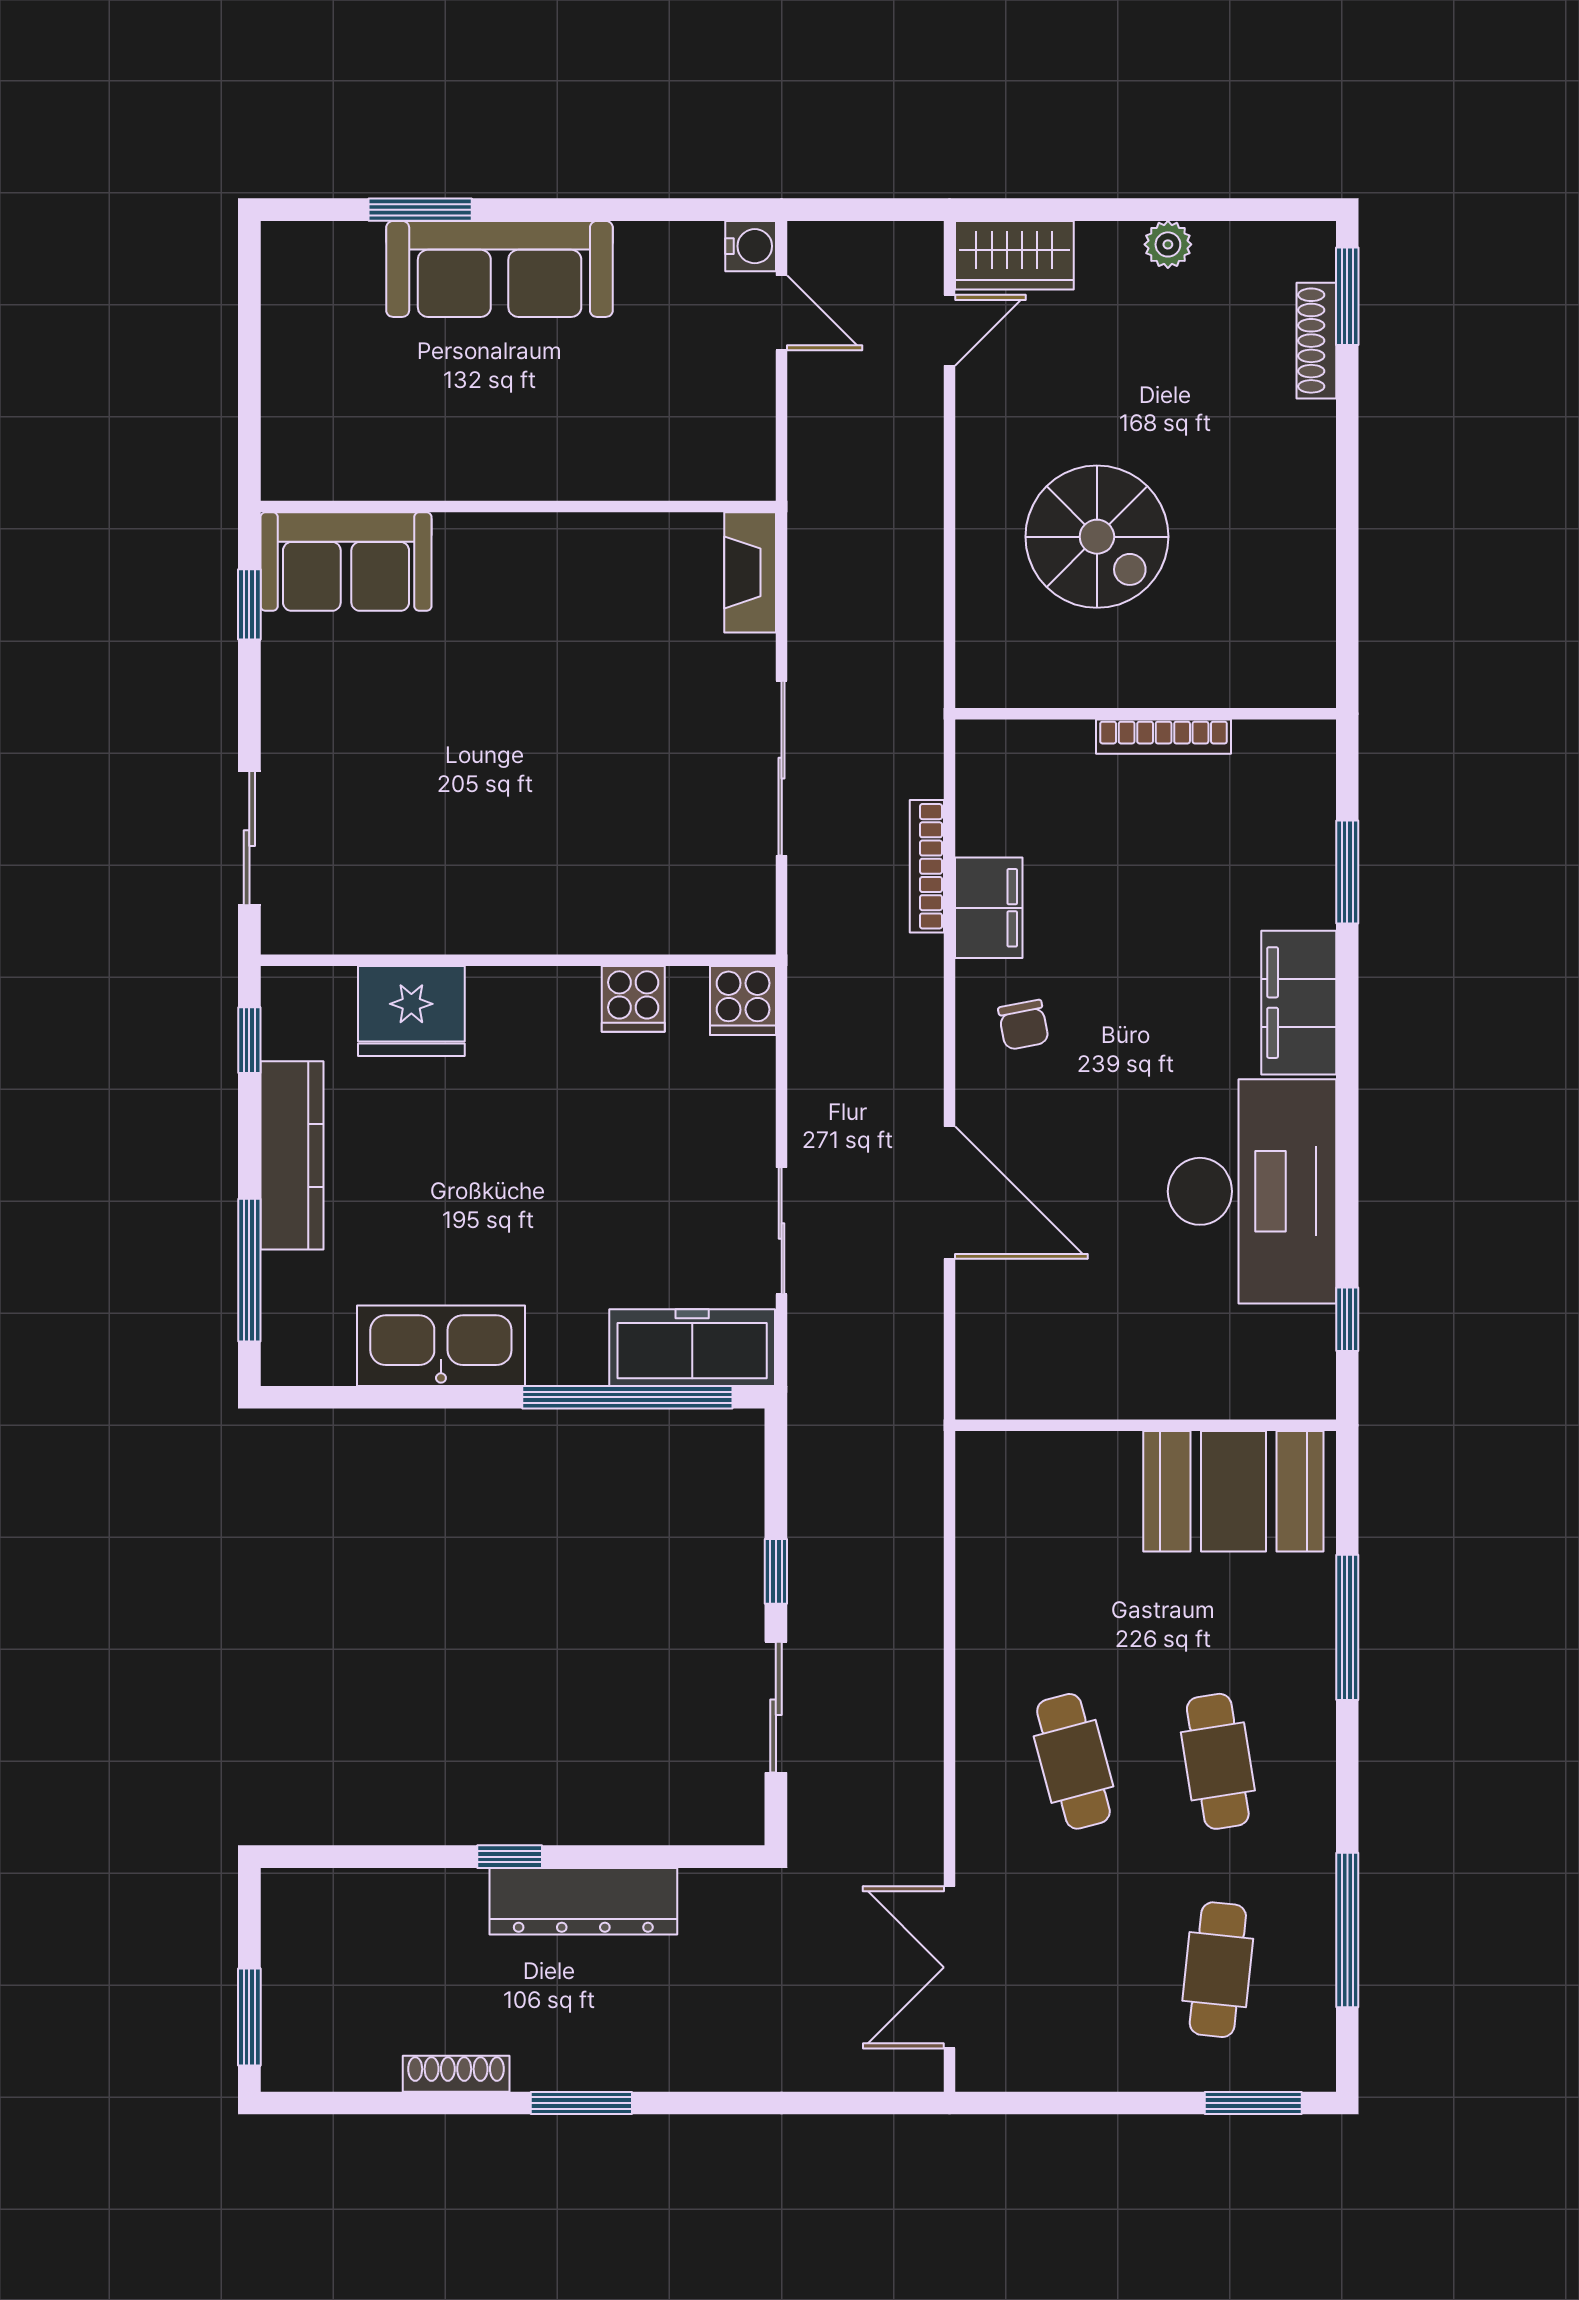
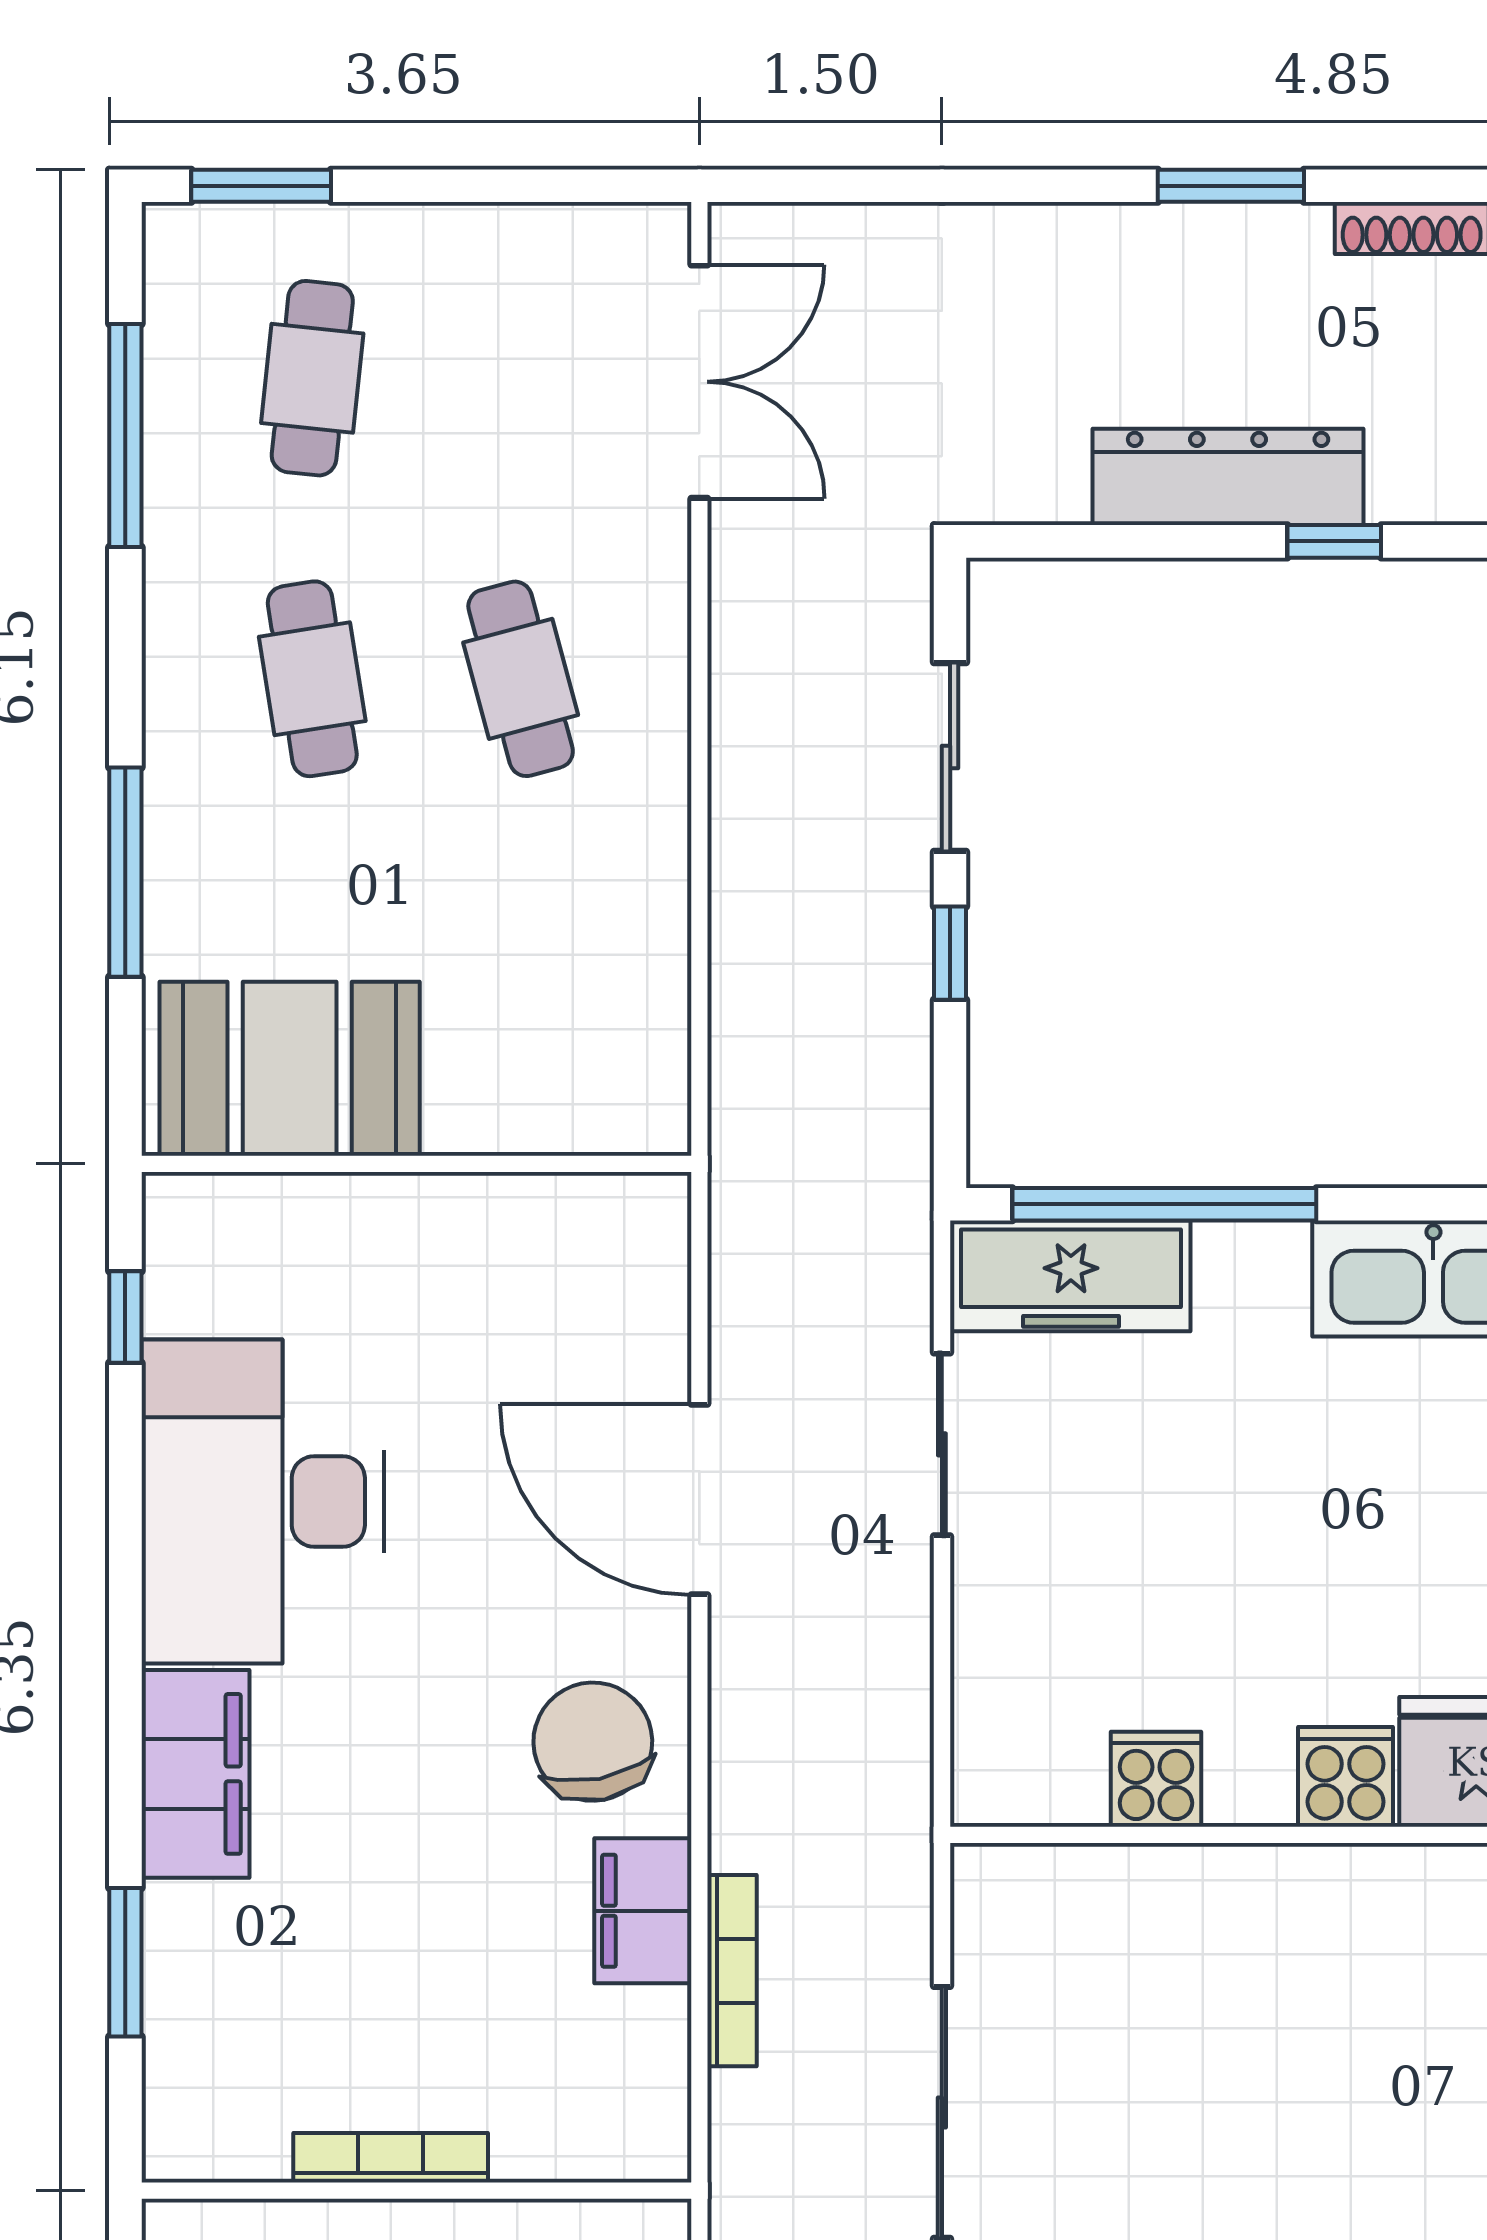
cooker: (743, 1001) -> (1346, 1777), moved
chair: (1023, 1025) -> (593, 1742), width x1.87, depth x1.87

